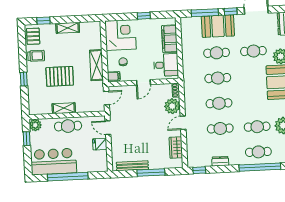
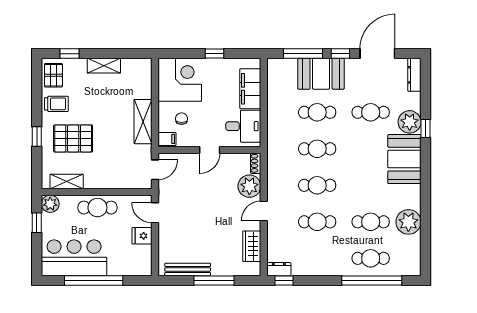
pallet: (60, 76) -> (73, 138), moved
shelving: (64, 108) -> (67, 181), moved
dresser: (220, 161) -> (279, 269), moved

